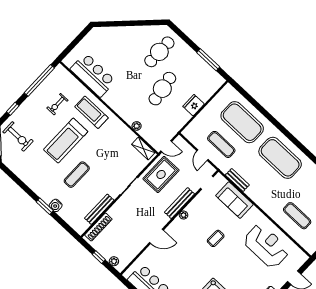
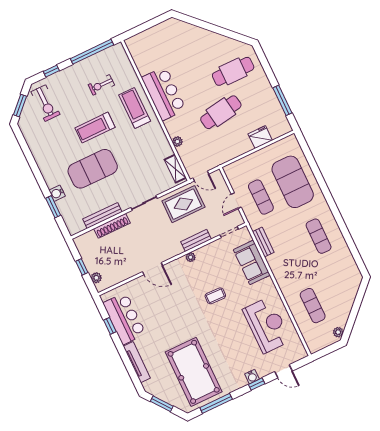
bar counter: (93, 75) -> (164, 93), moved
fridge: (194, 105) -> (260, 137), moved
treadmill: (66, 141) -> (95, 128), width x0.73, depth x0.73
exercise mat: (280, 158) -> (319, 236), width x0.50, depth x0.69
exercise mat: (77, 175) -> (93, 169), width x2.00, depth x1.45
bench: (180, 203) -> (196, 240), width x0.73
window: (45, 206) -> (53, 207), moved
shoe rack: (98, 227) -> (112, 226), moved

